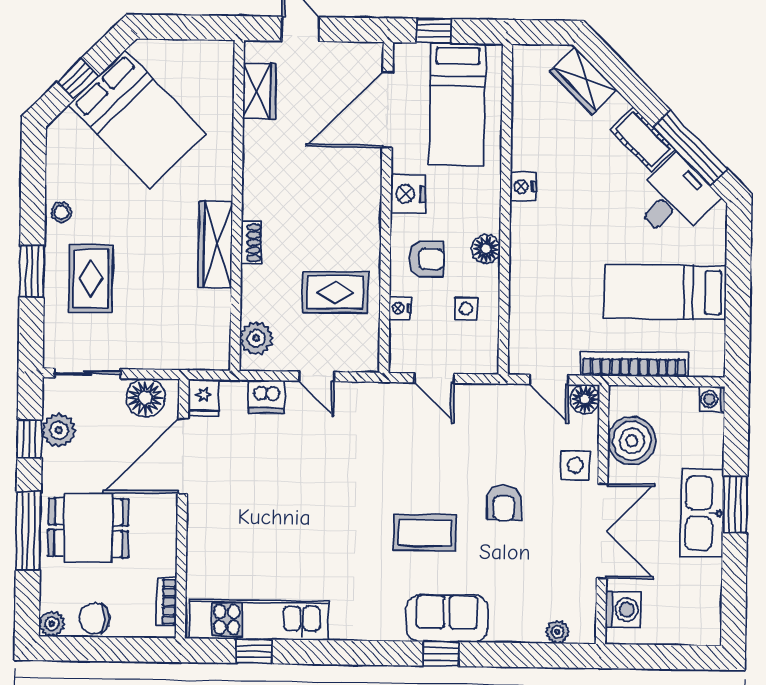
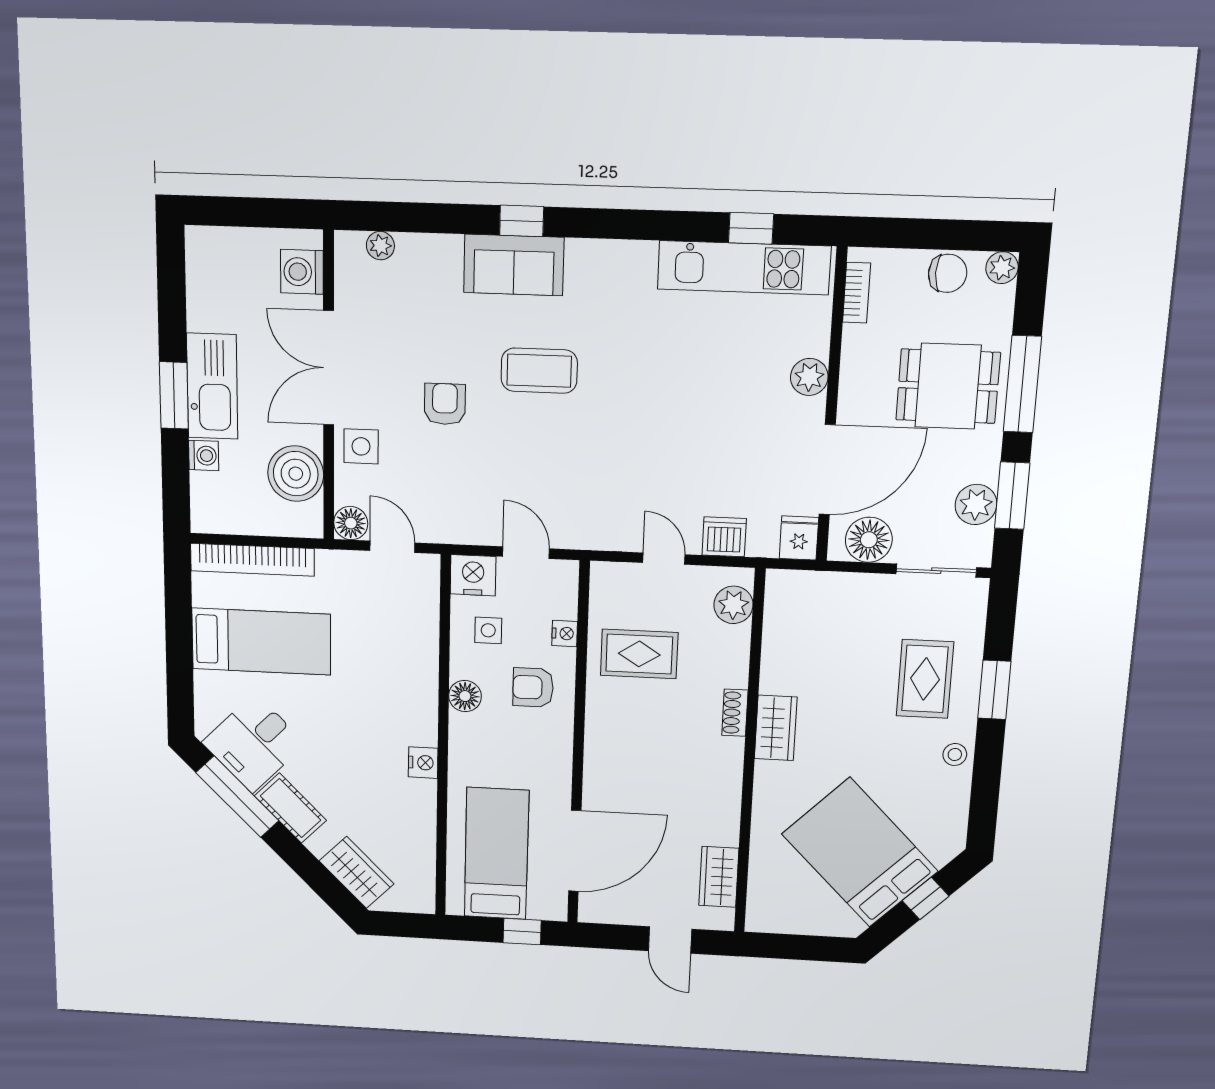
nightstand: (408, 194) -> (473, 575), moved, turned -90
wardrobe: (215, 245) -> (776, 728), width x0.67
bookcase: (634, 364) -> (252, 560), moved
washing machine: (712, 399) -> (204, 456), moved
window: (30, 439) -> (1012, 496), width x1.50
plant: (202, 533) -> (809, 377), added

